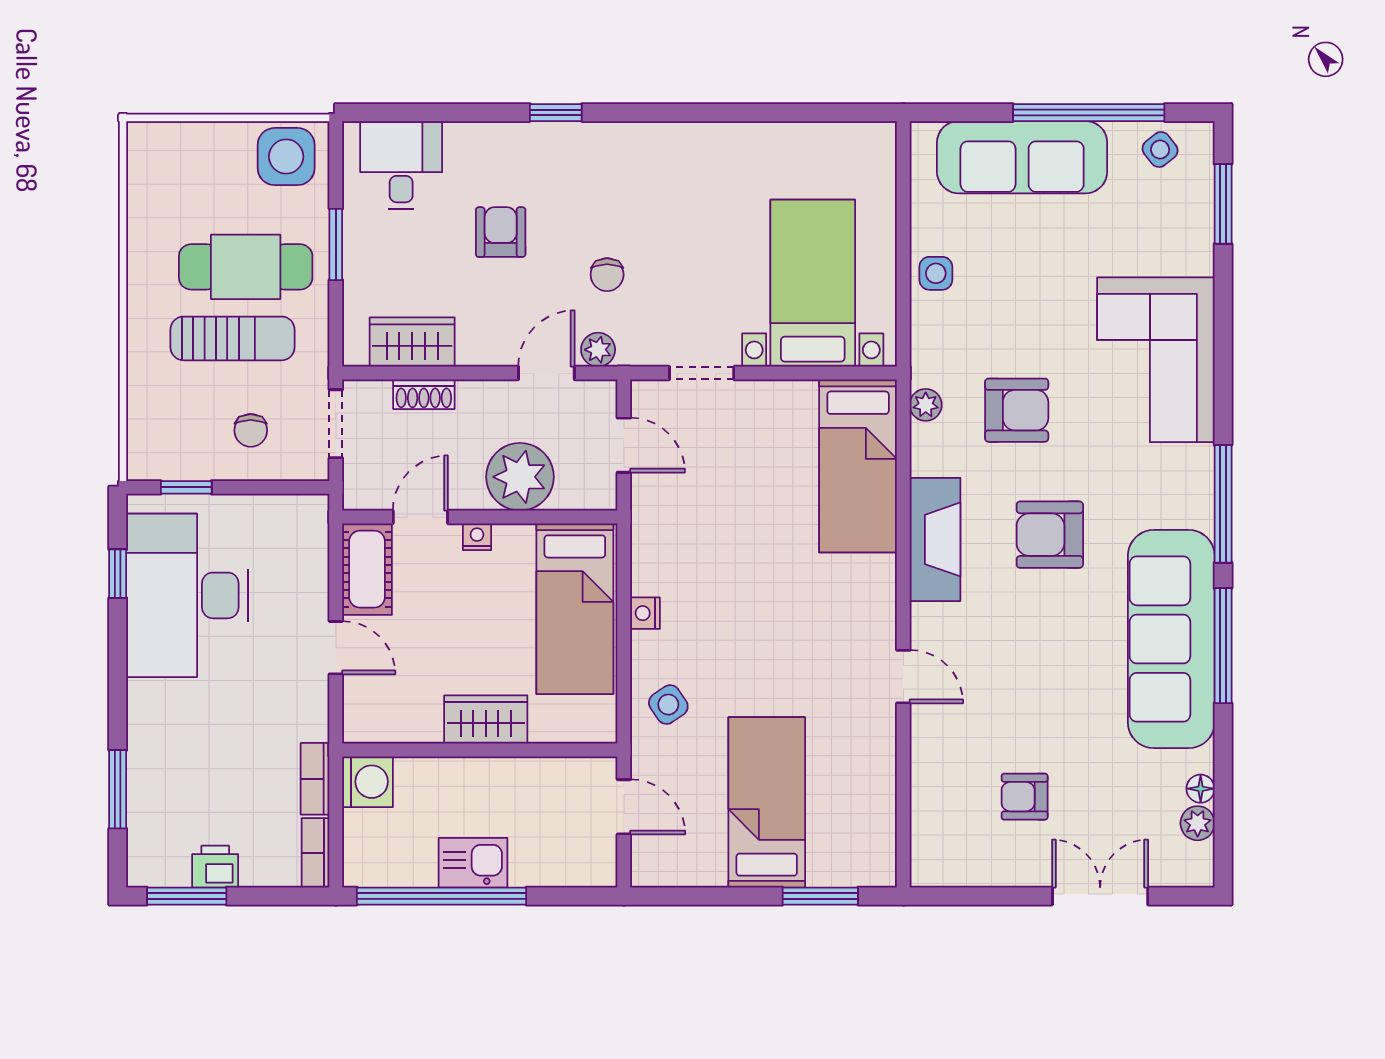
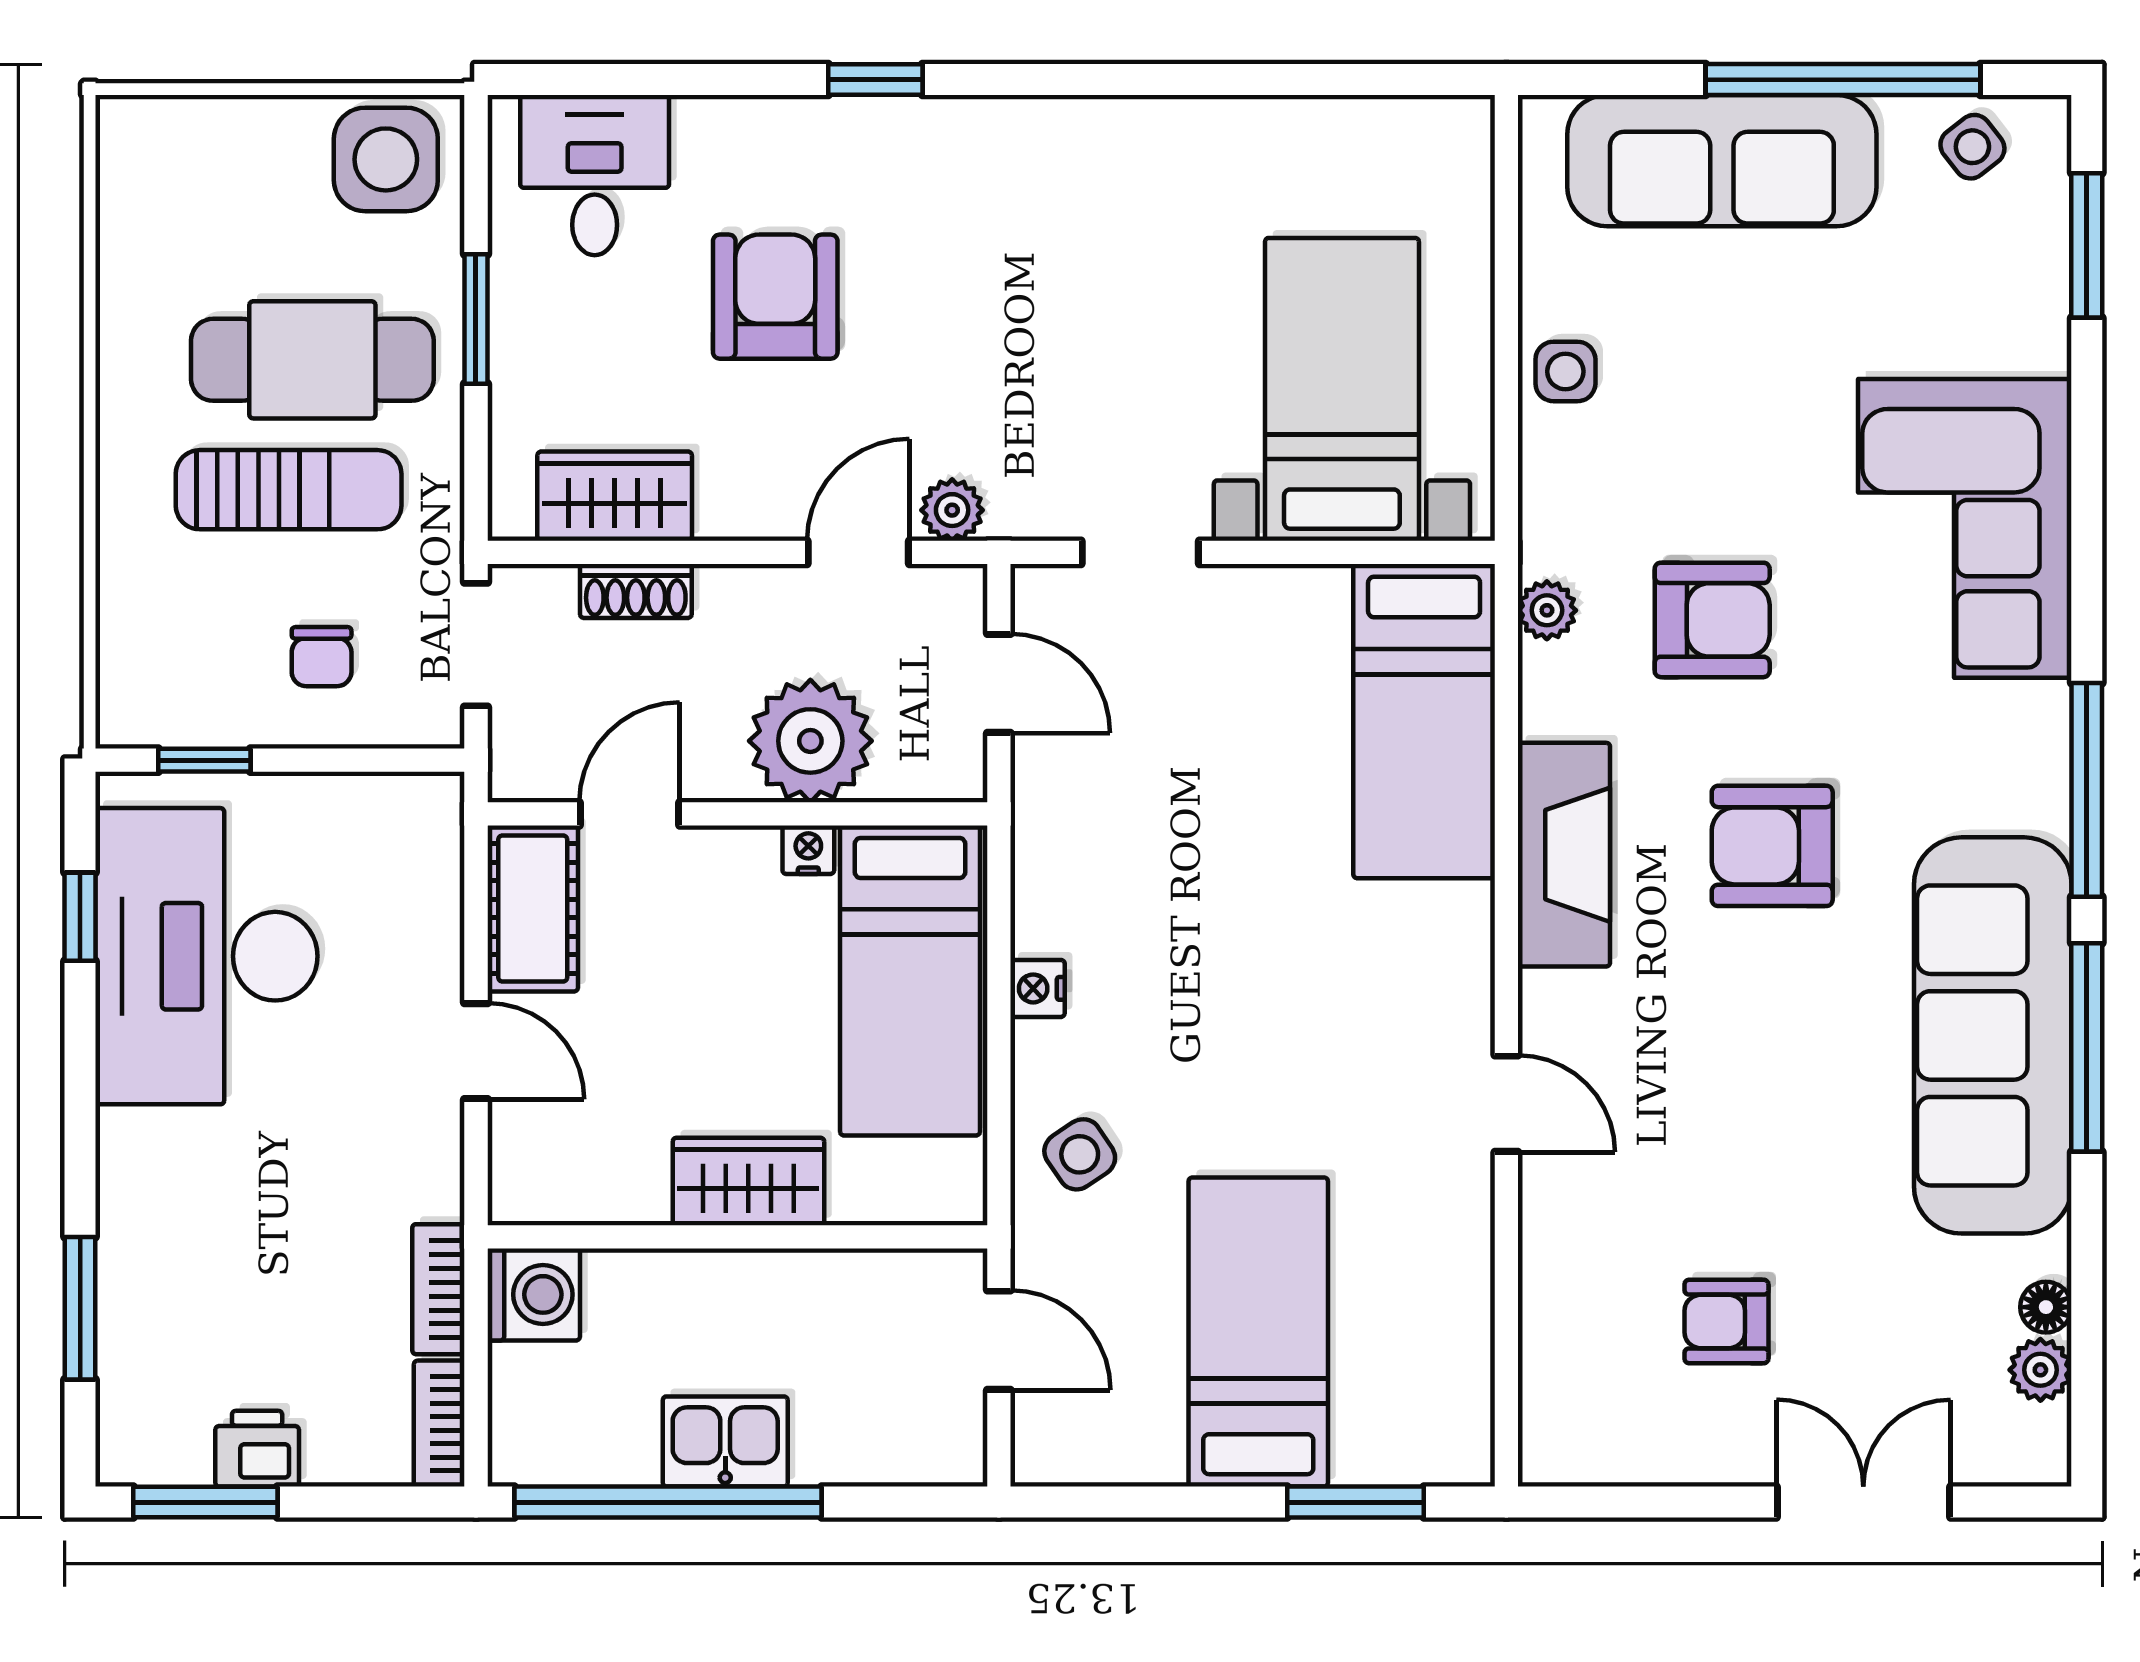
armchair: (501, 232) -> (775, 297), width x1.38, depth x1.38
chair: (607, 275) -> (968, 374), removed
nightstand: (477, 537) -> (808, 850), moved

